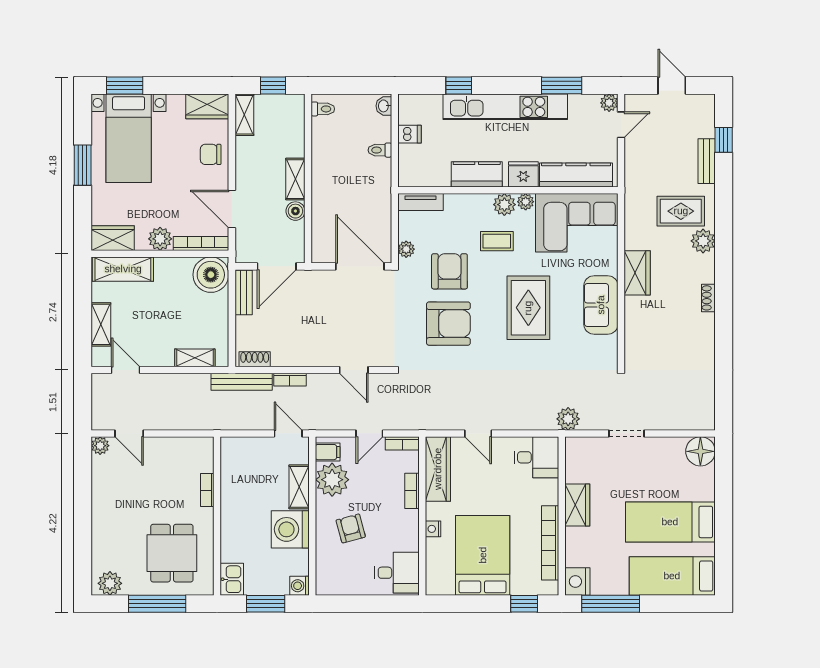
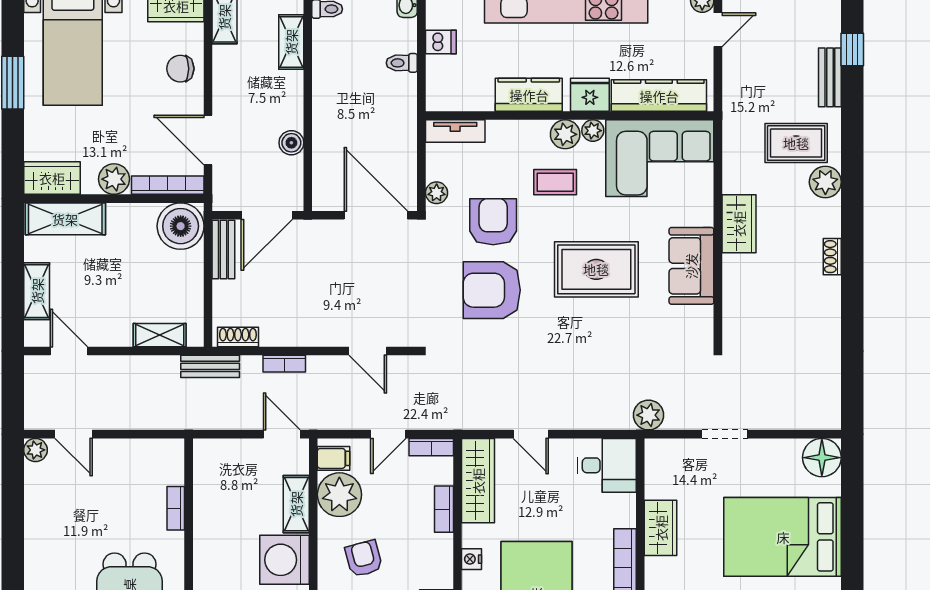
shelving: (295, 179) -> (291, 42), moved
rug: (528, 308) -> (596, 269), turned 90
armchair: (448, 324) -> (492, 290), turned 180
bench: (242, 382) -> (210, 366), width x0.73
bed: (670, 522) -> (783, 537), width x1.50

